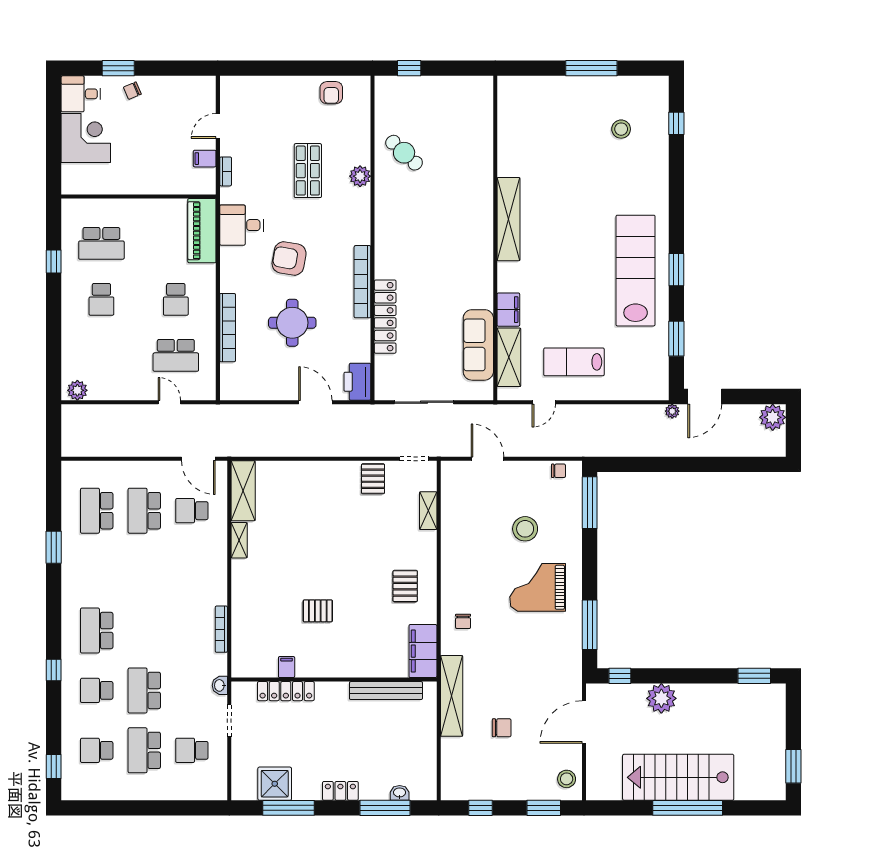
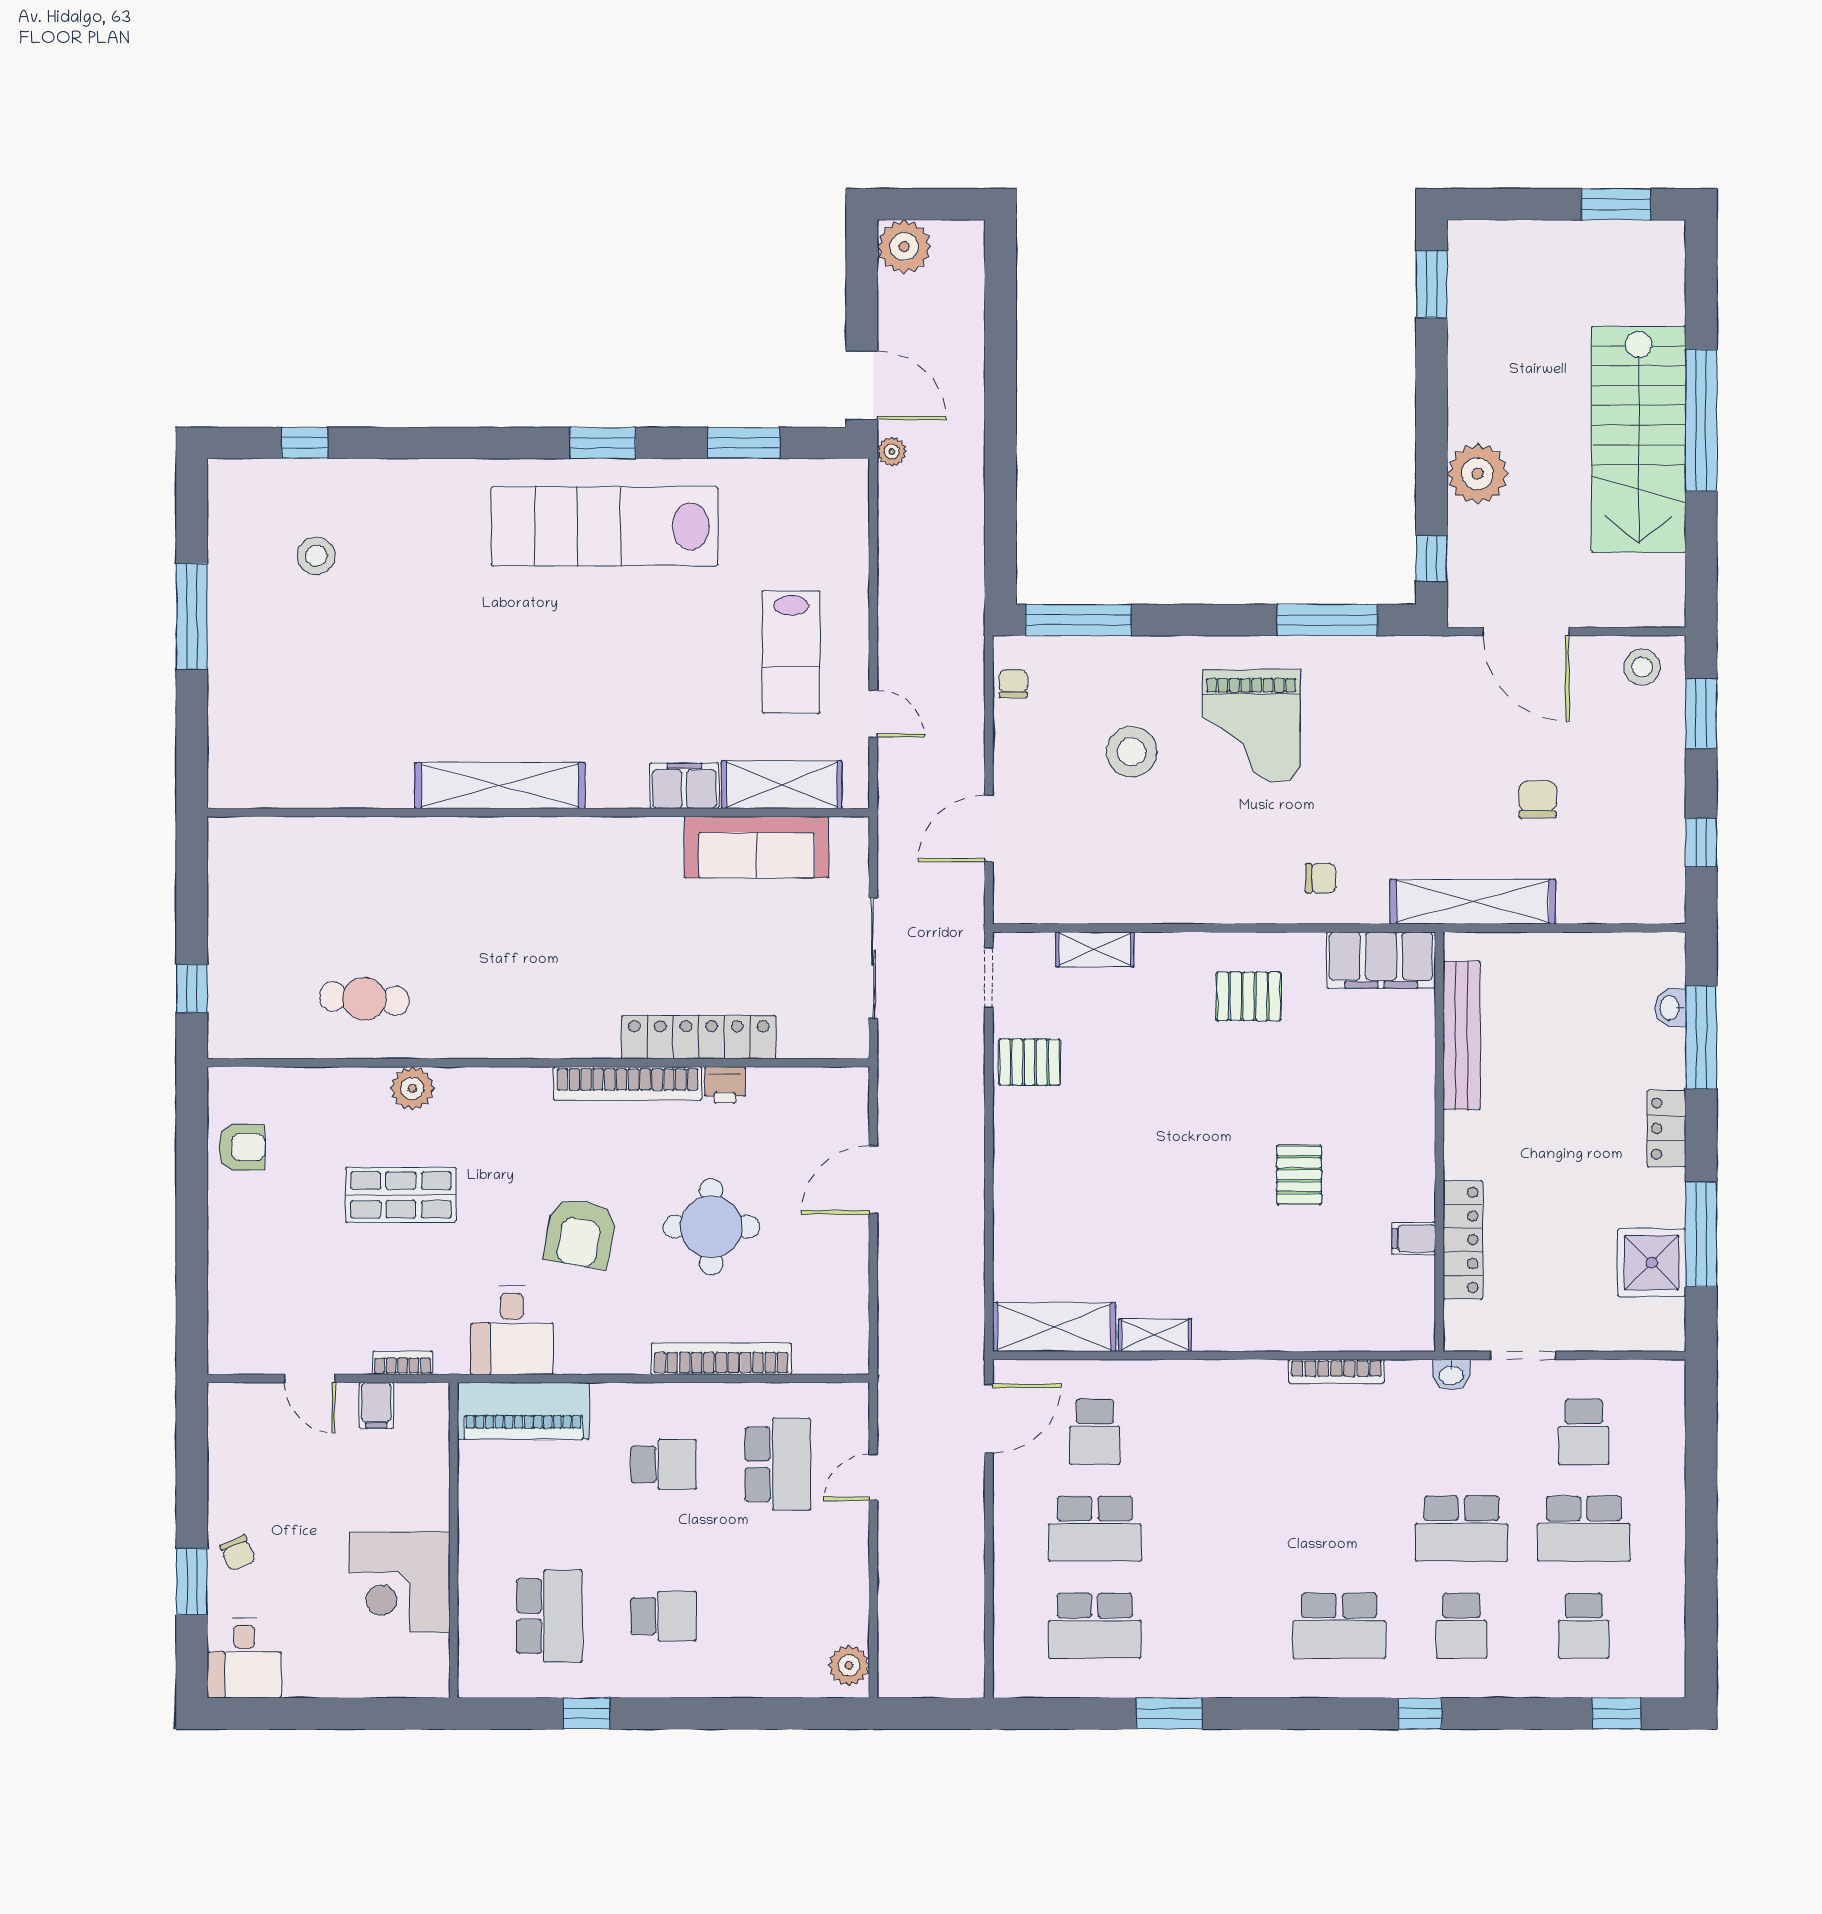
corner desk: (86, 138) -> (400, 1582), moved, turned -90
cafe table: (404, 153) -> (364, 999), turned 51
printer: (357, 382) -> (725, 1085), moved, width x0.53, depth x0.68

